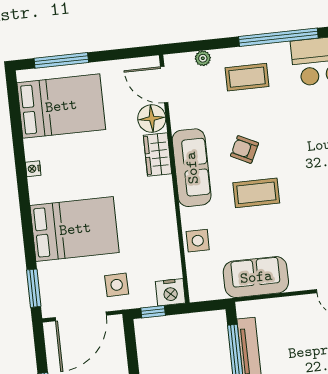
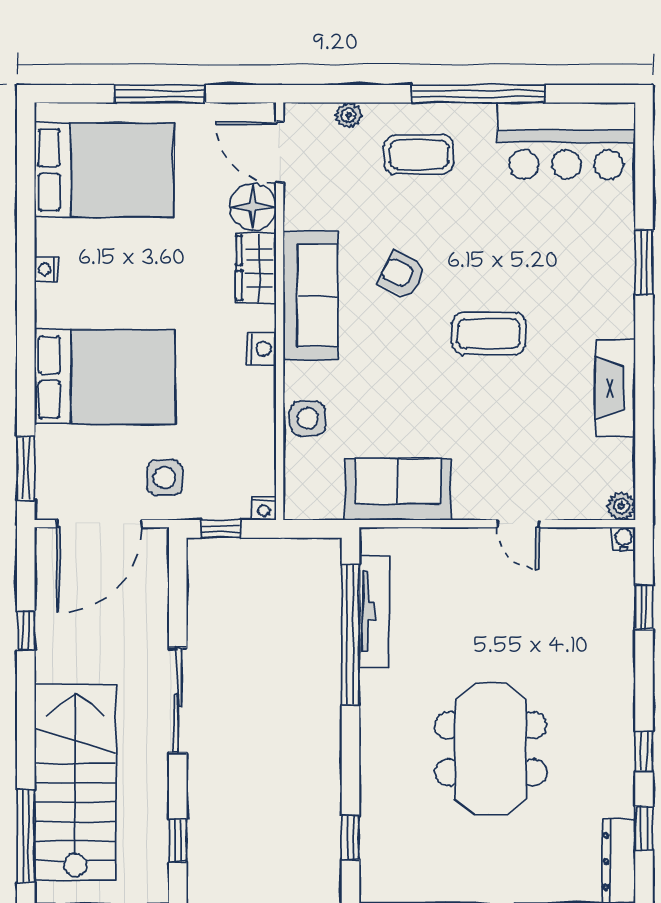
window: (61, 60) -> (160, 94), moved
coffee table: (256, 193) -> (489, 334), moved
nightstand: (166, 202) -> (261, 349), added
nightstand: (170, 292) -> (264, 509), width x0.53, depth x0.56

